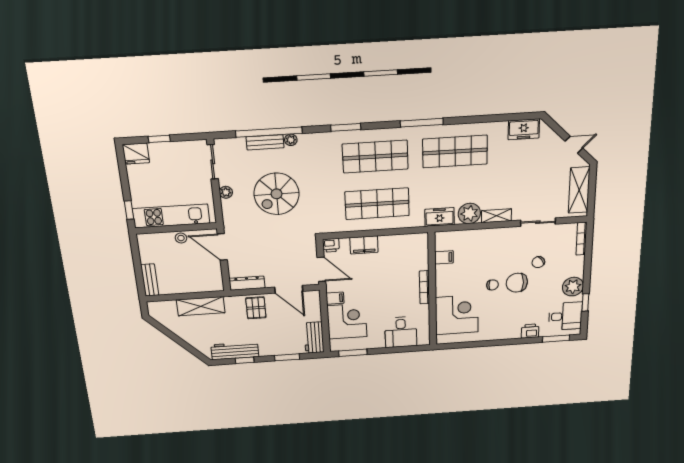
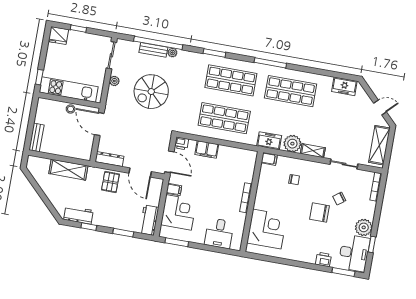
filing cabinet: (444, 257) -> (269, 159), moved
chair: (492, 285) -> (294, 180), moved
desk: (565, 316) -> (354, 253), width x1.37
workbench: (235, 351) -> (78, 215), width x0.73

